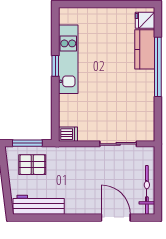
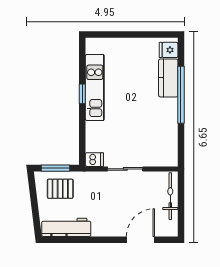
sliding door: (118, 144) -> (125, 169), moved
bicycle: (147, 190) -> (170, 196), moved
door: (116, 218) -> (140, 240), hinge flipped

